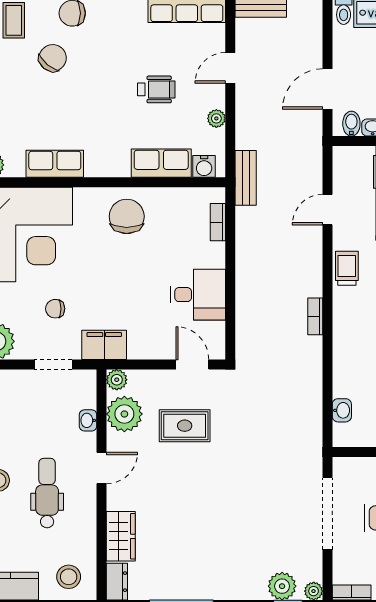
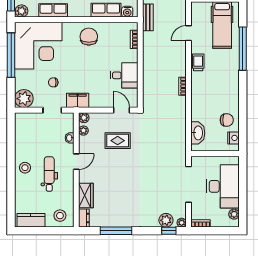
washbasin: (342, 410) -> (198, 133), width x1.91, depth x1.45
plant: (124, 414) -> (83, 131), width x0.53, depth x0.53

